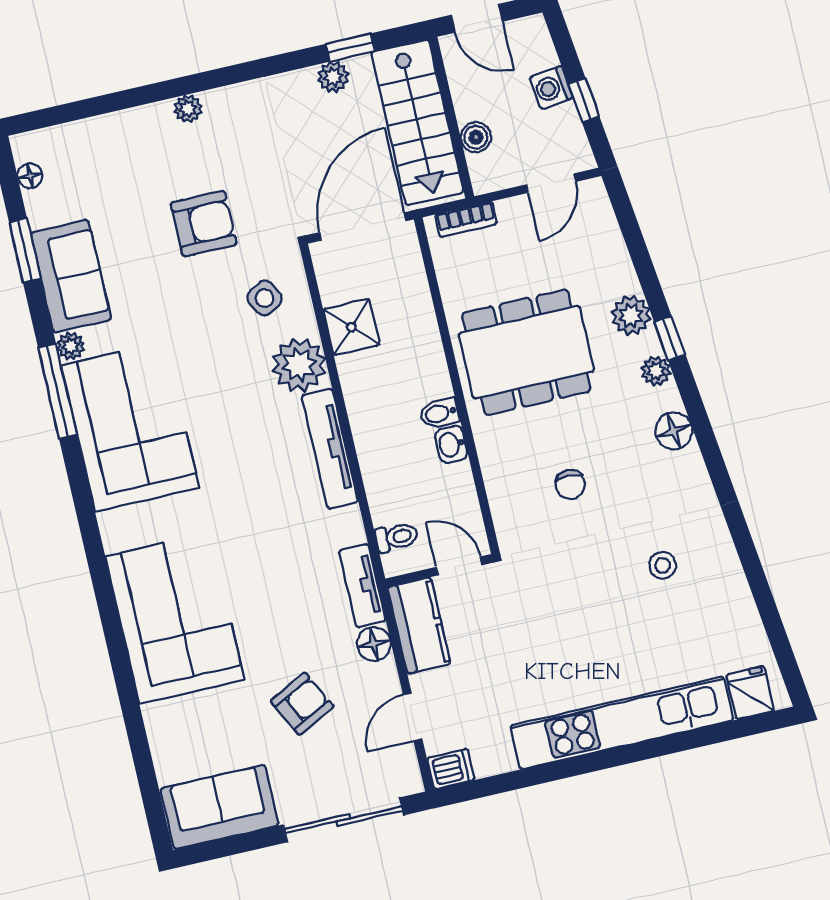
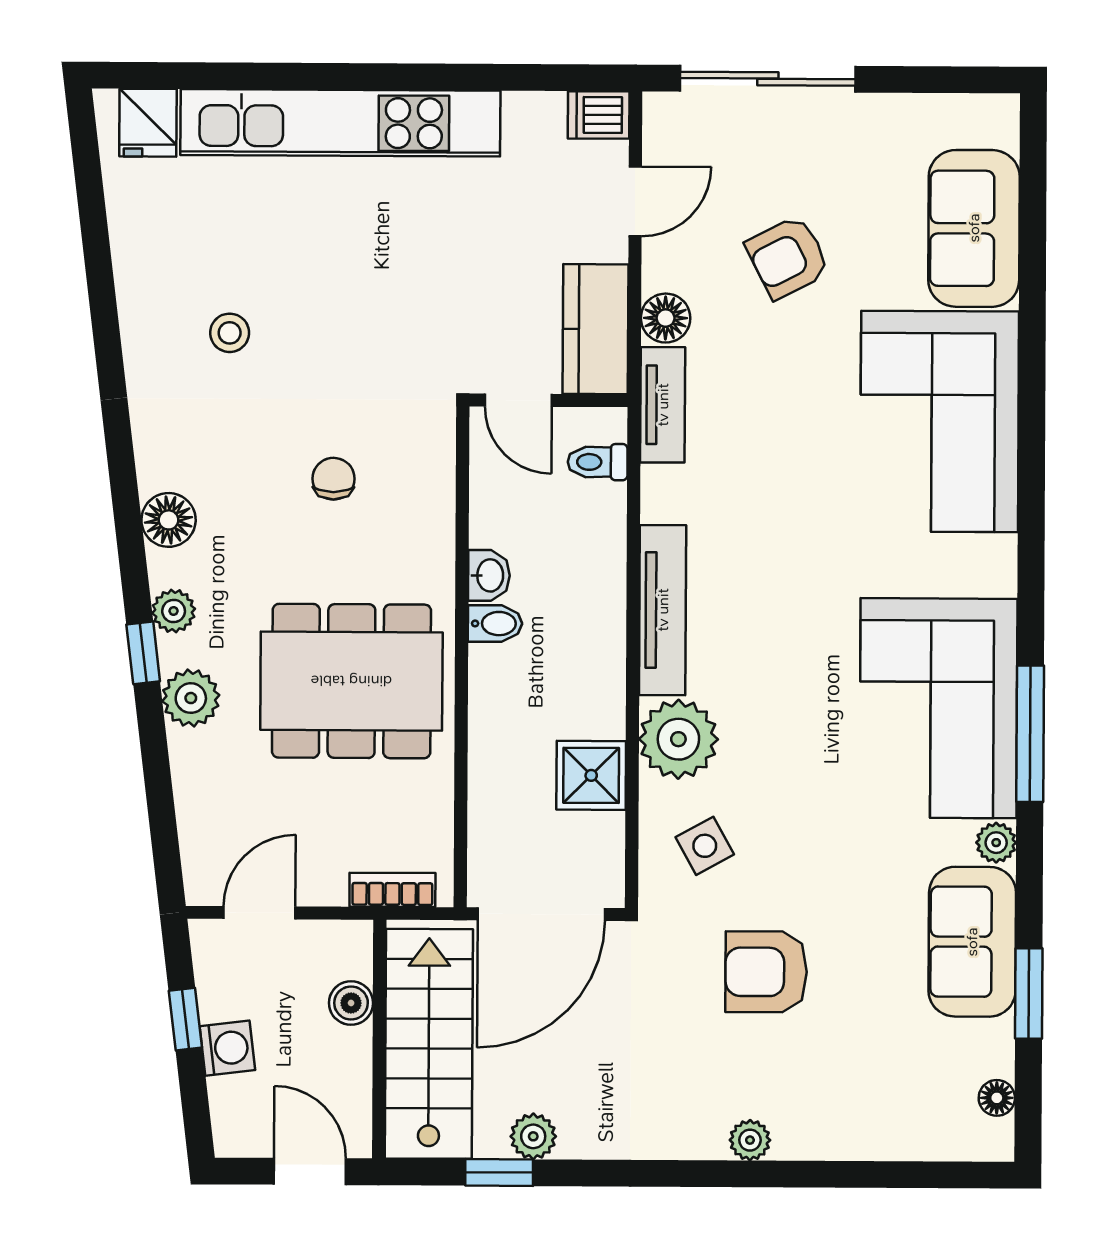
window: (58, 391) -> (1030, 734), moved
sofa: (220, 807) -> (974, 228), moved, turned 90

